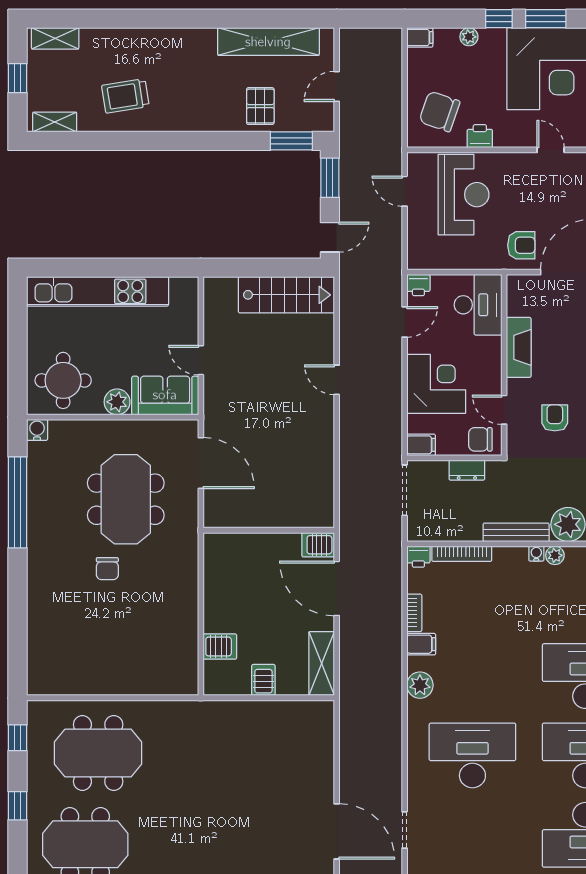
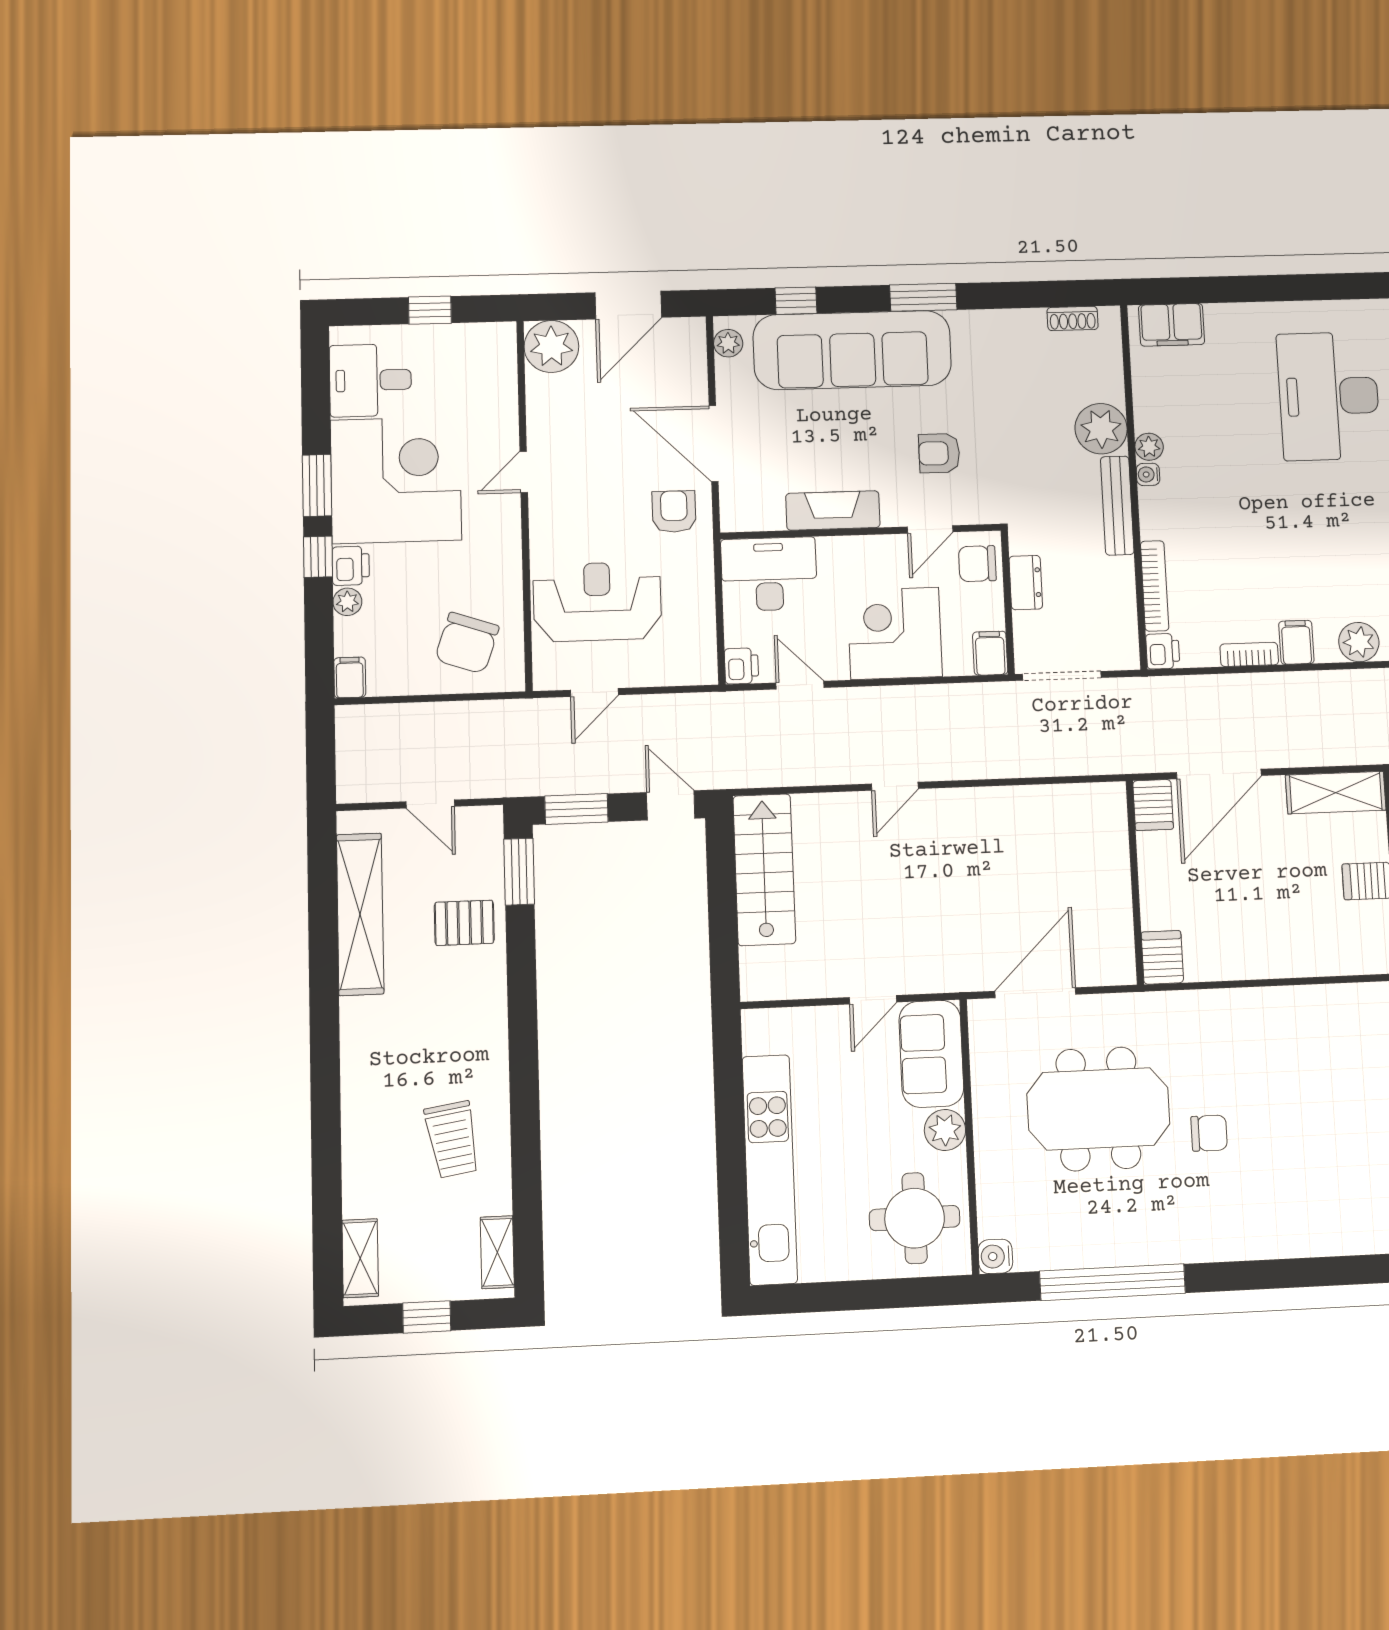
printer: (480, 136) -> (351, 566), moved, turned 180
chair: (480, 439) -> (977, 564), turned 90
server rack: (220, 647) -> (1162, 957), moved

